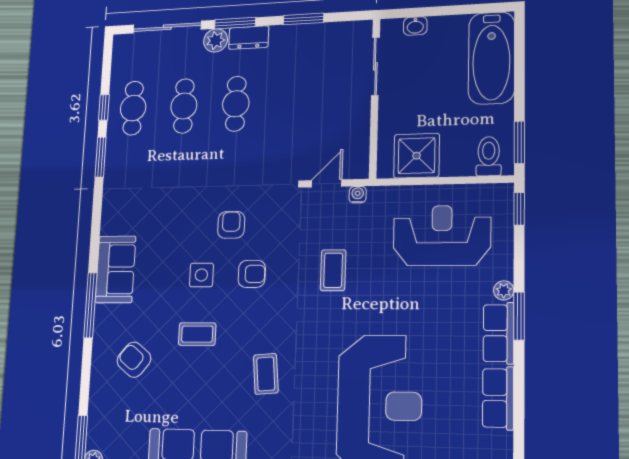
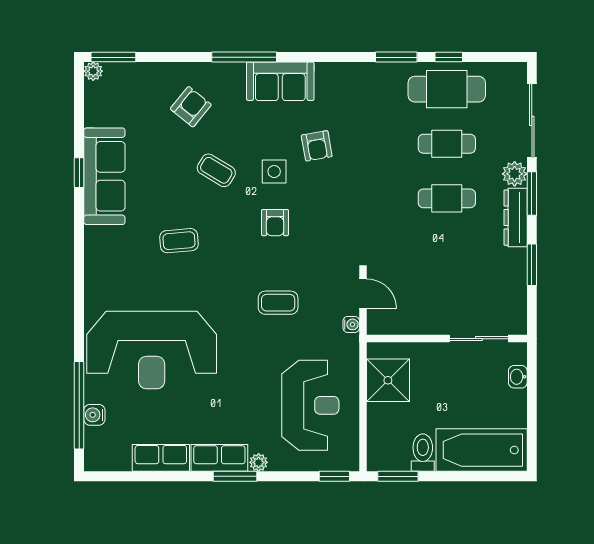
dresser: (249, 38) -> (516, 218), width x1.44
cafe table: (133, 108) -> (447, 89), width x1.37, depth x1.35
toilet: (489, 156) -> (423, 453), moved, turned -90
armchair: (231, 225) -> (317, 146), moved, turned 80
coffee table: (197, 334) -> (216, 170), turned -59

